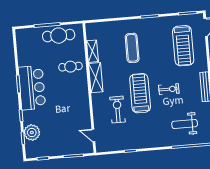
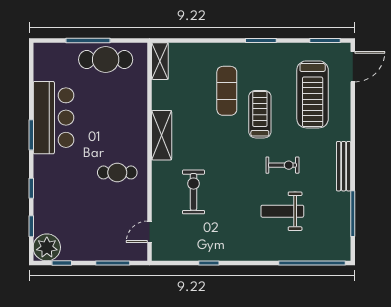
shelving: (92, 51) -> (160, 61), moved
cafe table: (70, 67) -> (117, 172), moved
bar counter: (32, 88) -> (53, 118), moved
treadmill: (140, 93) -> (260, 114), moved, width x0.73, depth x0.73
weight bench: (185, 124) -> (282, 211), moved
plant: (32, 132) -> (47, 247), moved
door: (93, 135) -> (150, 232), hinge flipped

